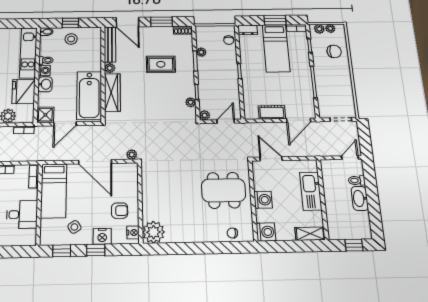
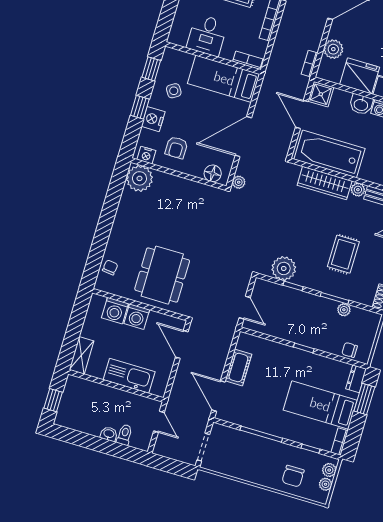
window: (275, 20) -> (364, 399), moved
plant: (191, 102) -> (284, 268), width x1.88, depth x1.88
plant: (205, 115) -> (260, 285), removed
door: (350, 157) -> (159, 422), moved
door: (271, 159) -> (182, 344), swing flipped
floor lamp: (131, 176) -> (213, 173), added
washbasin: (360, 198) -> (109, 434), width x0.52, depth x0.69
washing machine: (266, 232) -> (115, 311), moved

